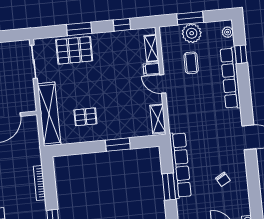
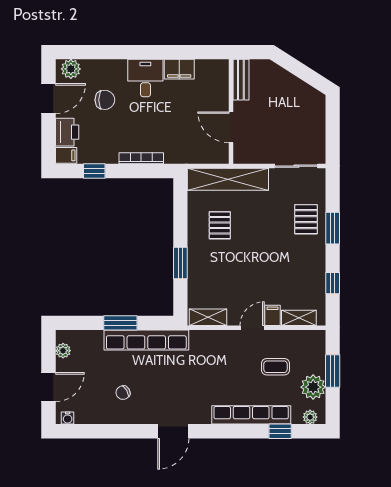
plant: (192, 33) -> (313, 387), moved
pallet: (74, 50) -> (306, 219), width x0.67, depth x0.71

